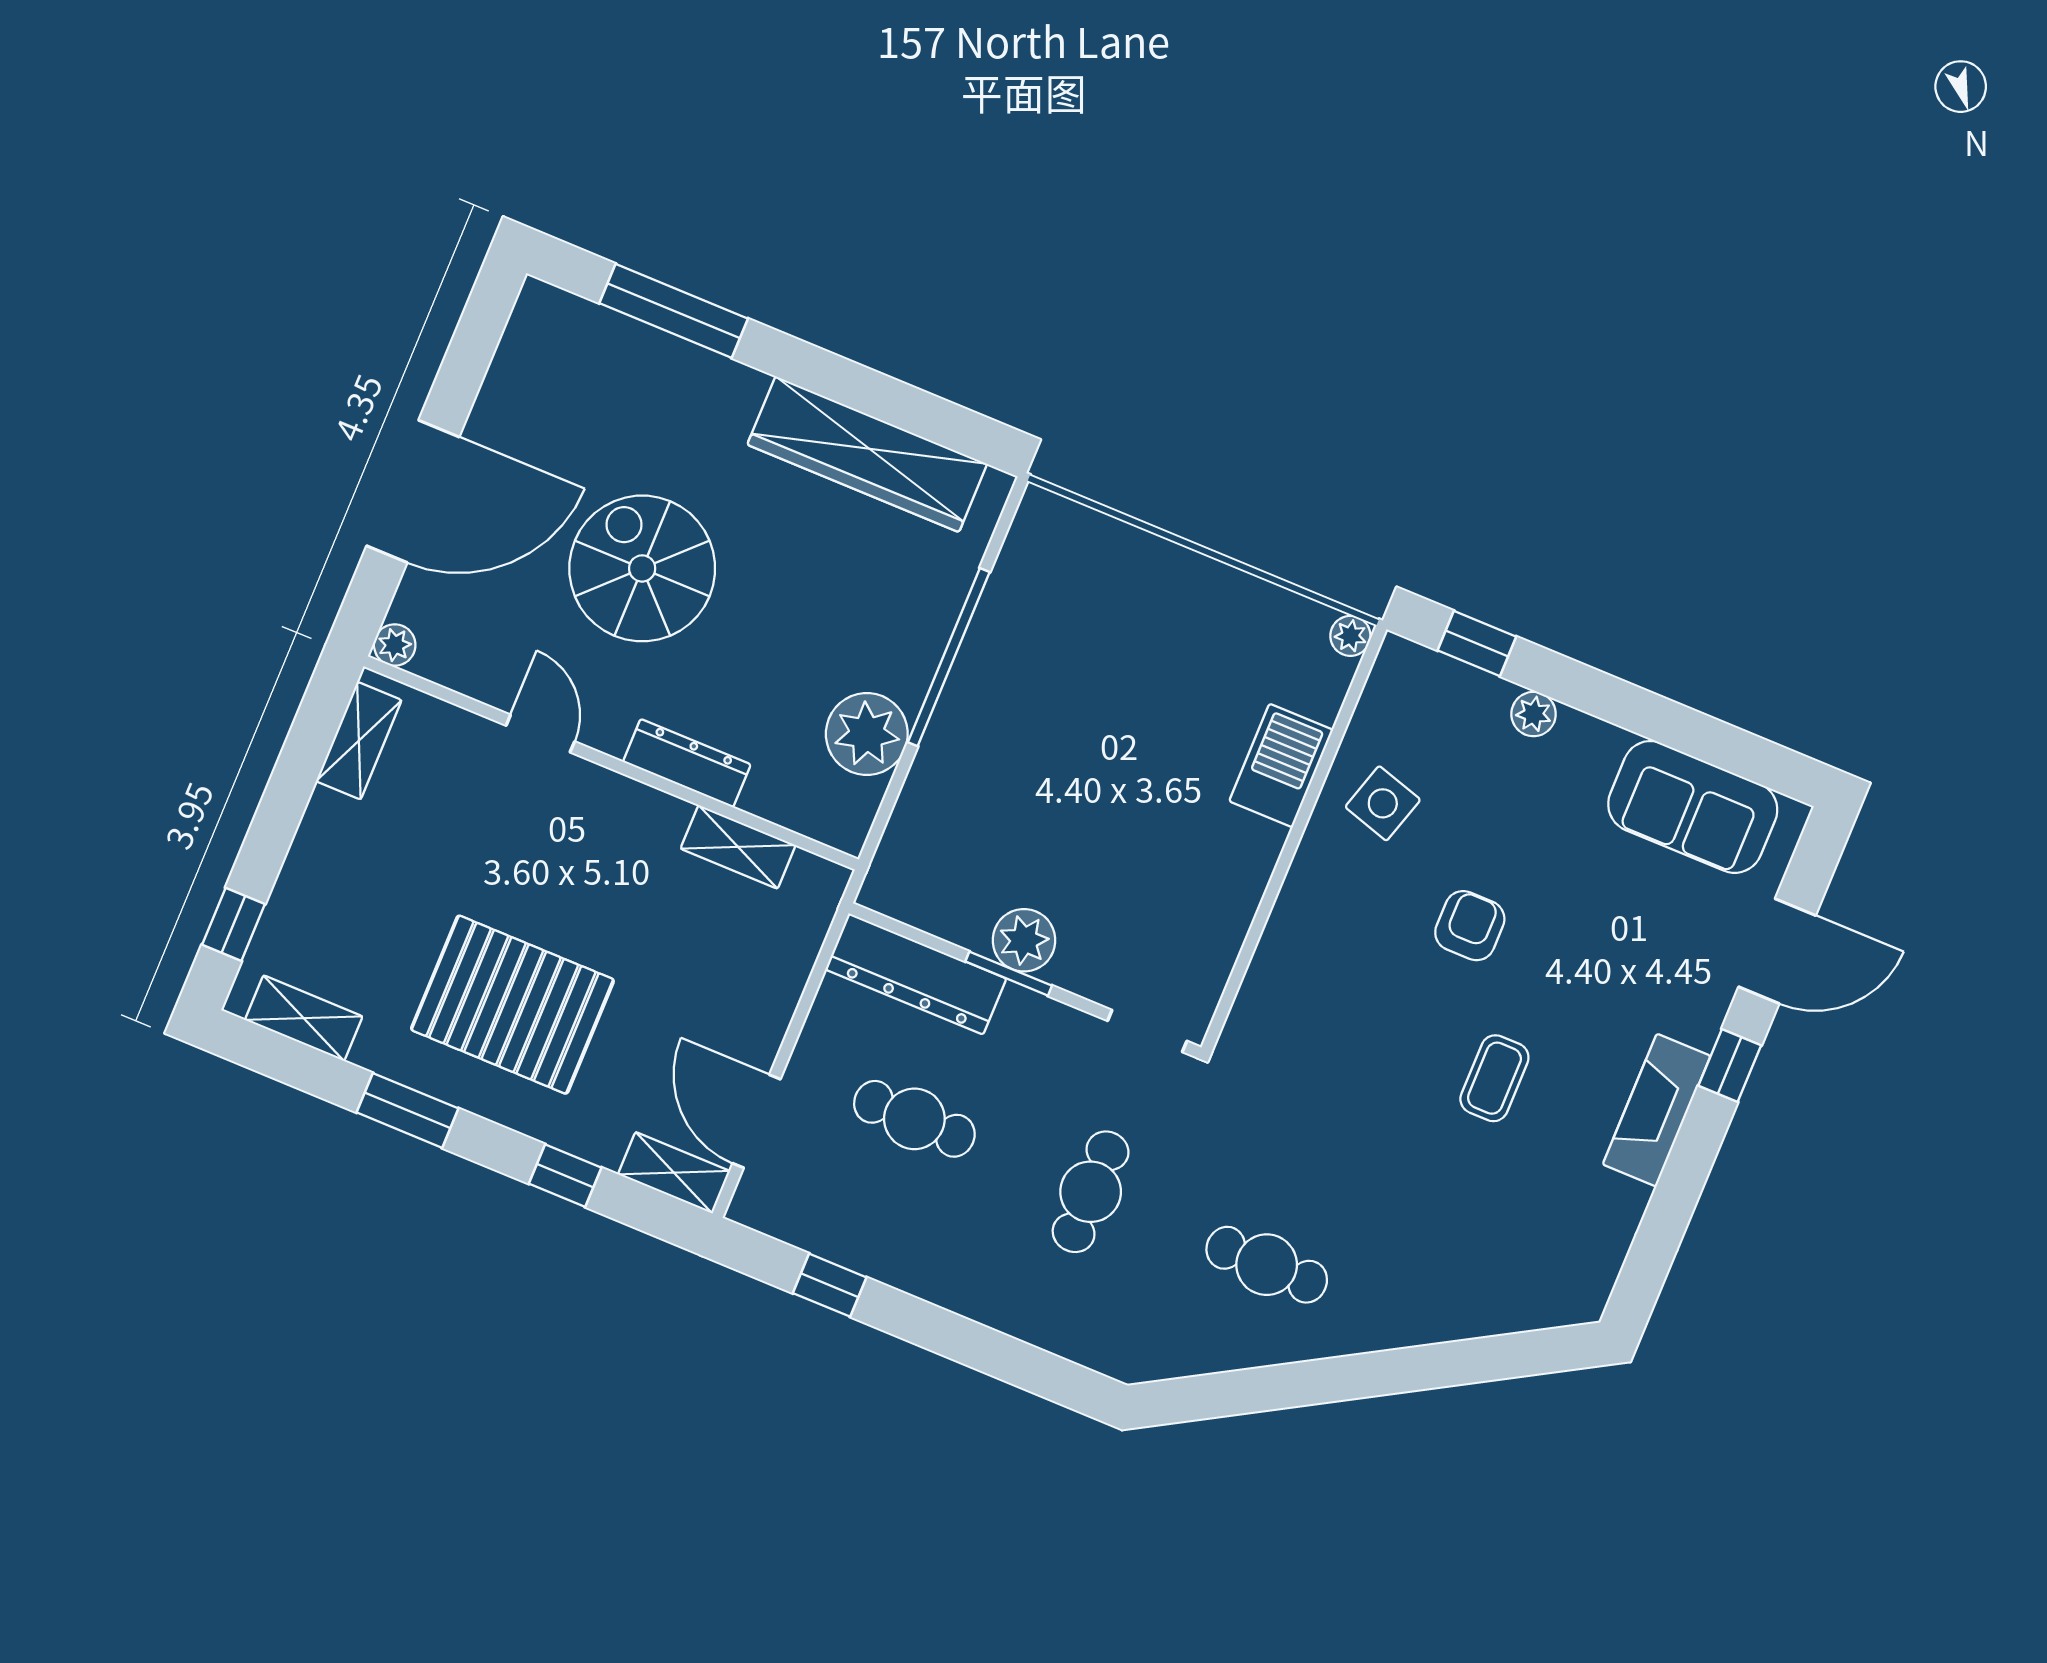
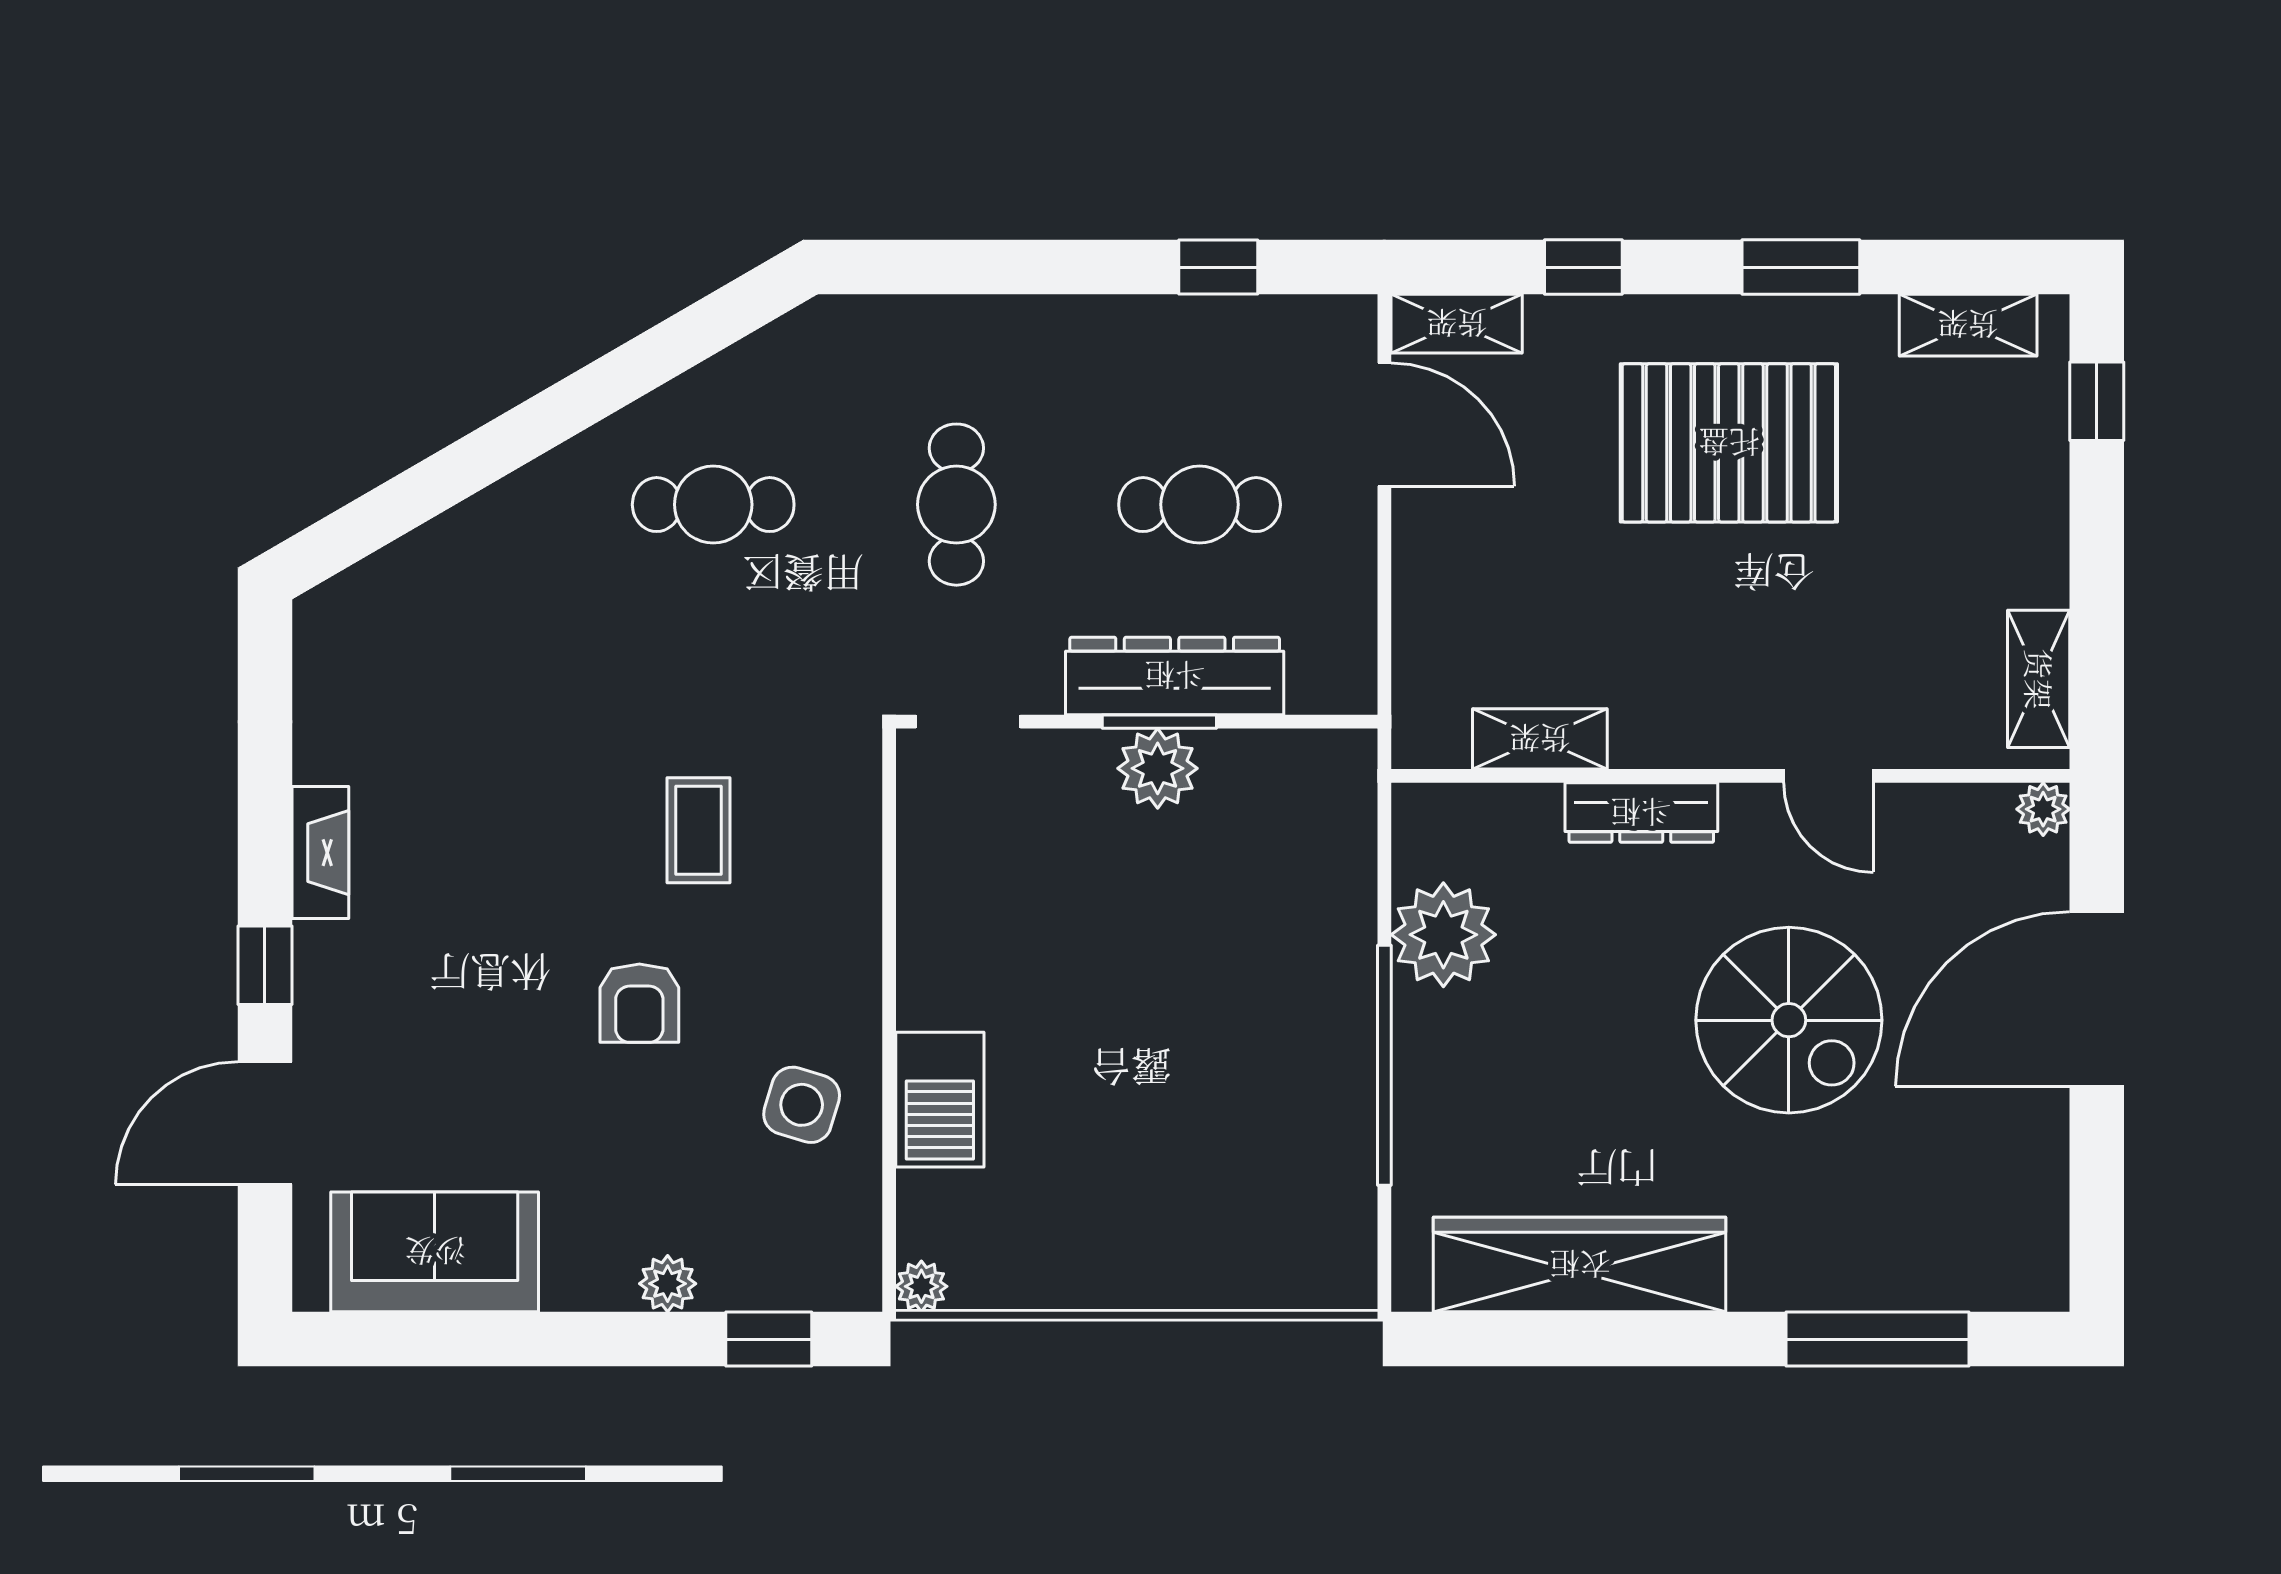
dresser: (916, 974) -> (1175, 676), moved
coffee table: (1494, 1078) -> (699, 830), moved
fireplace: (1657, 1110) -> (320, 853), width x0.73, depth x0.76

